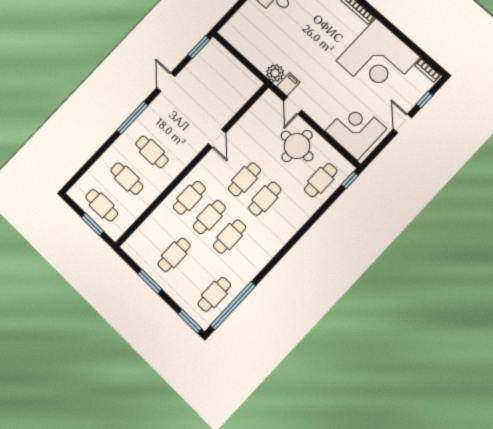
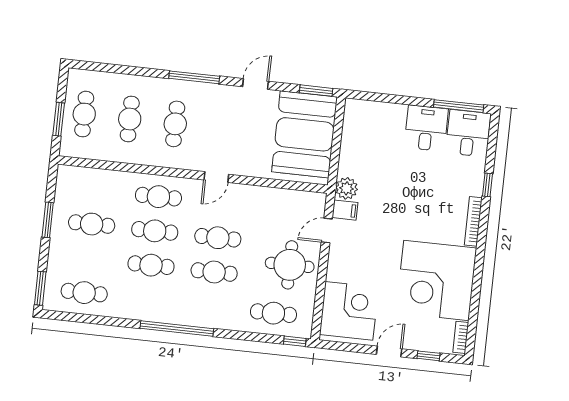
booth: (221, 75) -> (305, 134), added
door: (217, 138) -> (216, 177), moved
window: (233, 306) -> (177, 328), moved

